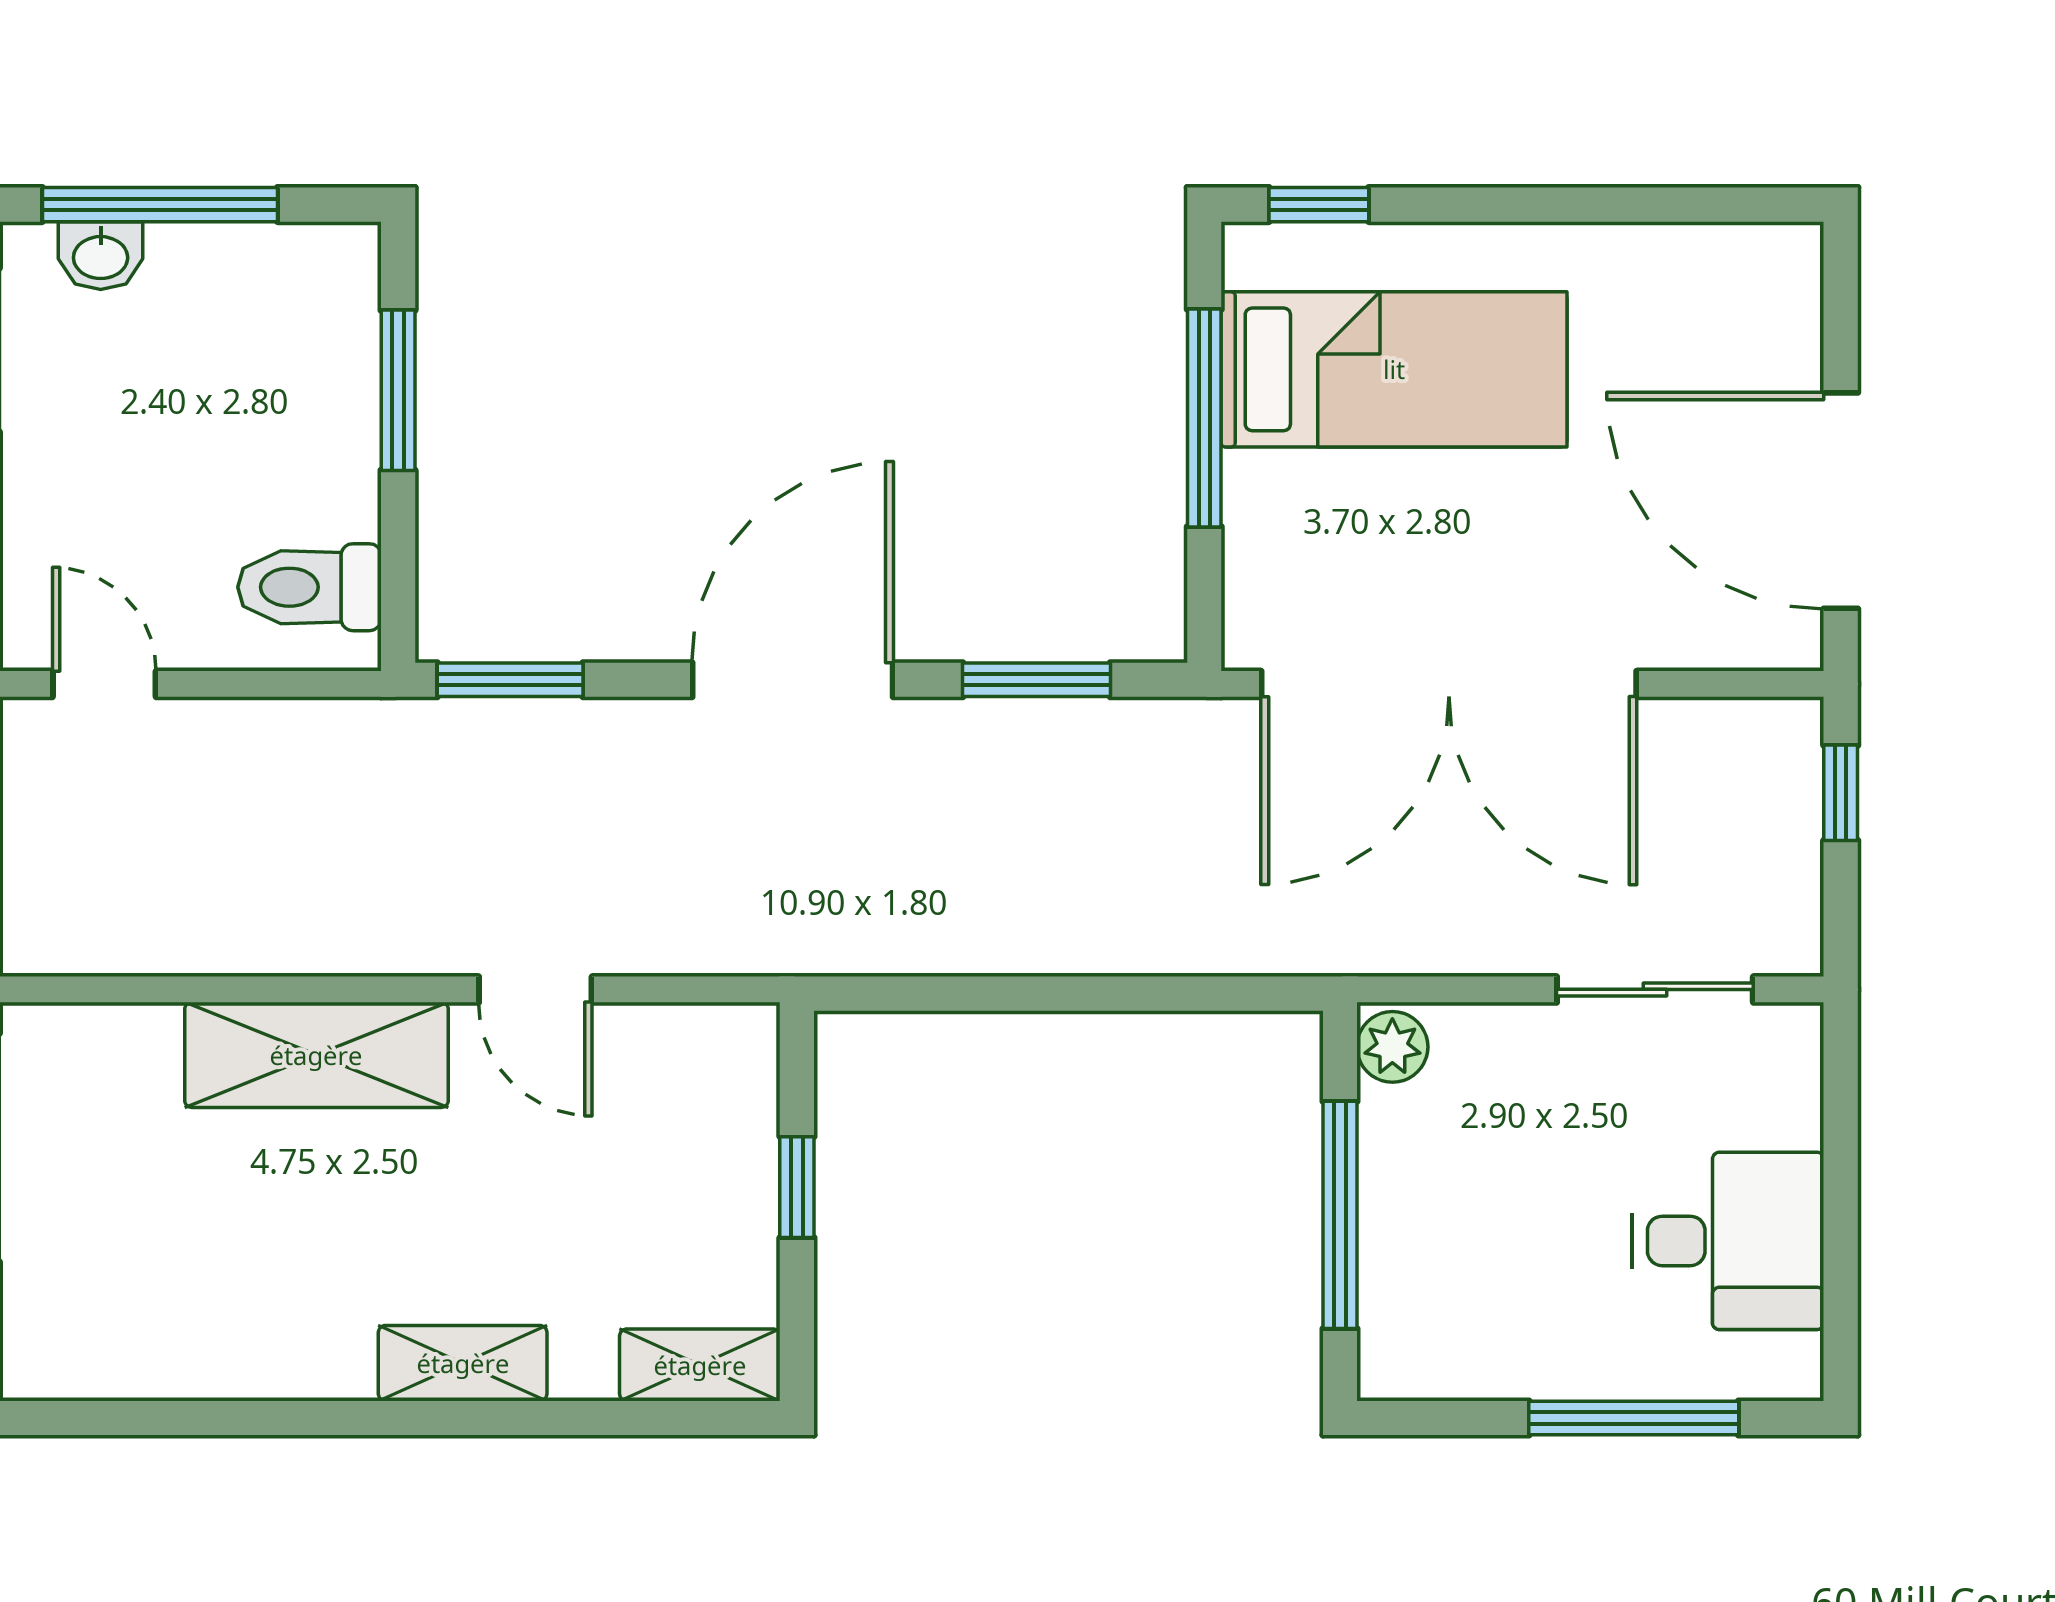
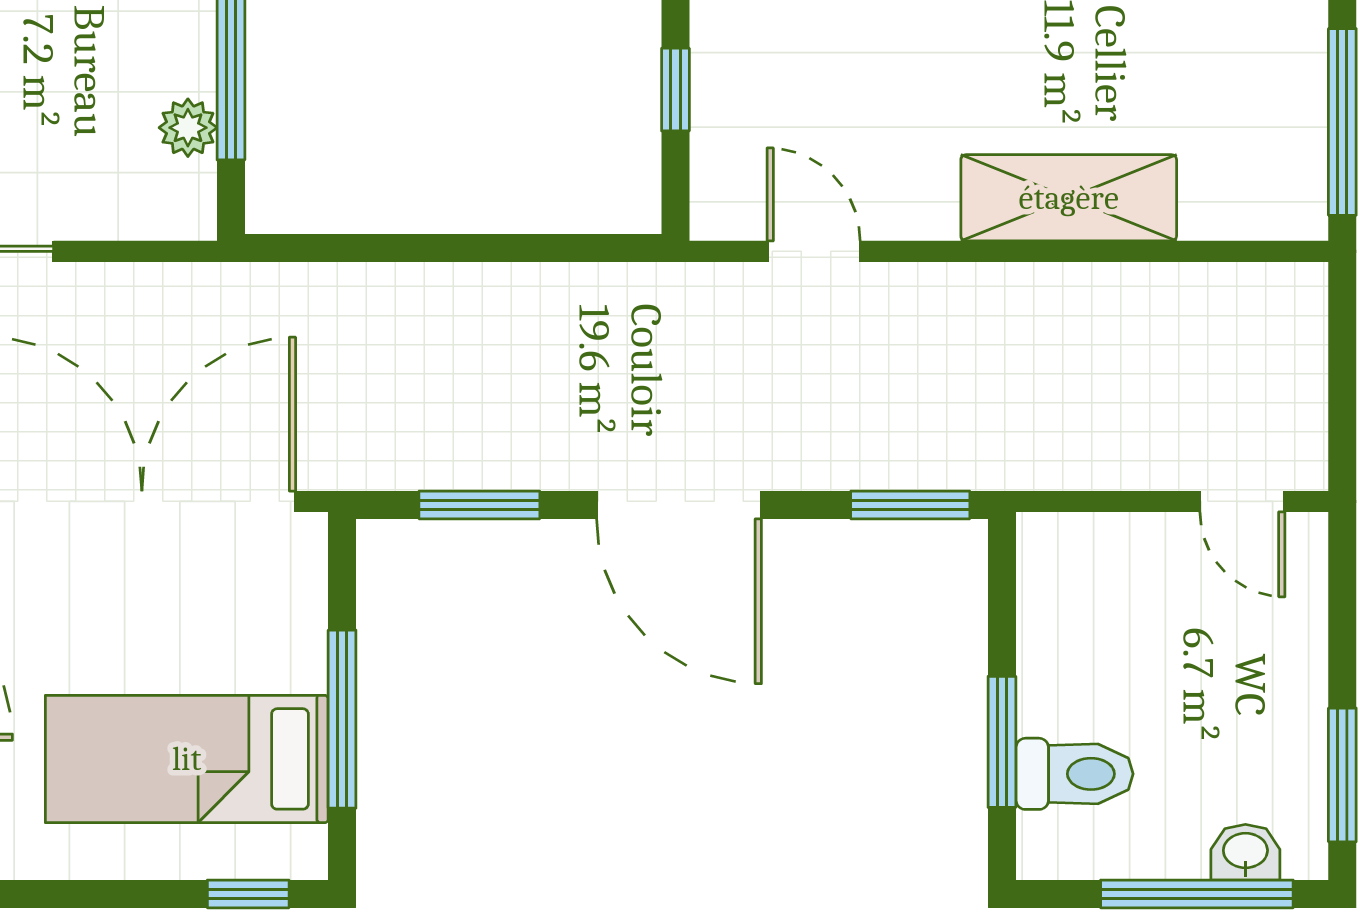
toilet: (309, 587) -> (1074, 774), moved
door: (793, 680) -> (679, 505), hinge flipped
door: (535, 989) -> (814, 251), moved
plant: (1392, 1047) -> (188, 128), moved

